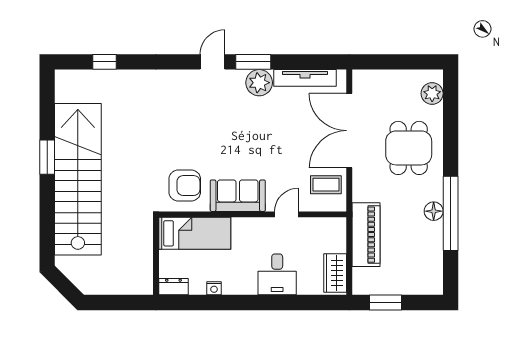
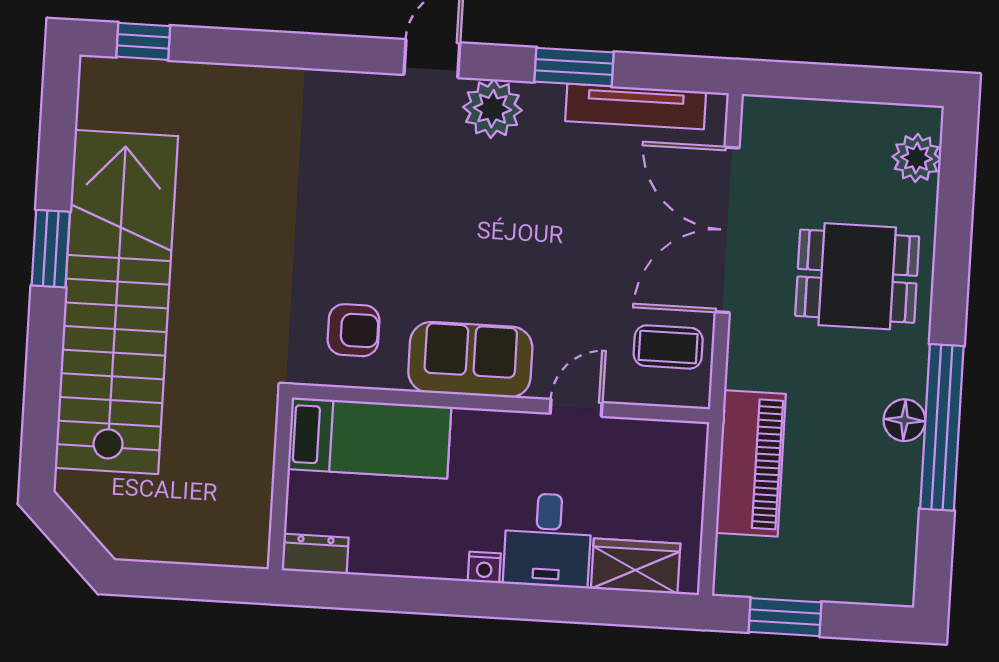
window: (105, 62) -> (143, 41), moved
window: (253, 62) -> (574, 67), moved
plant: (259, 83) -> (492, 109), moved
dining table: (409, 148) -> (857, 276), turned 90
armchair: (185, 186) -> (354, 330), width x0.72, depth x0.72
wardrobe: (335, 273) -> (636, 566), moved, turned 90
nightstand: (214, 288) -> (484, 567), moved

